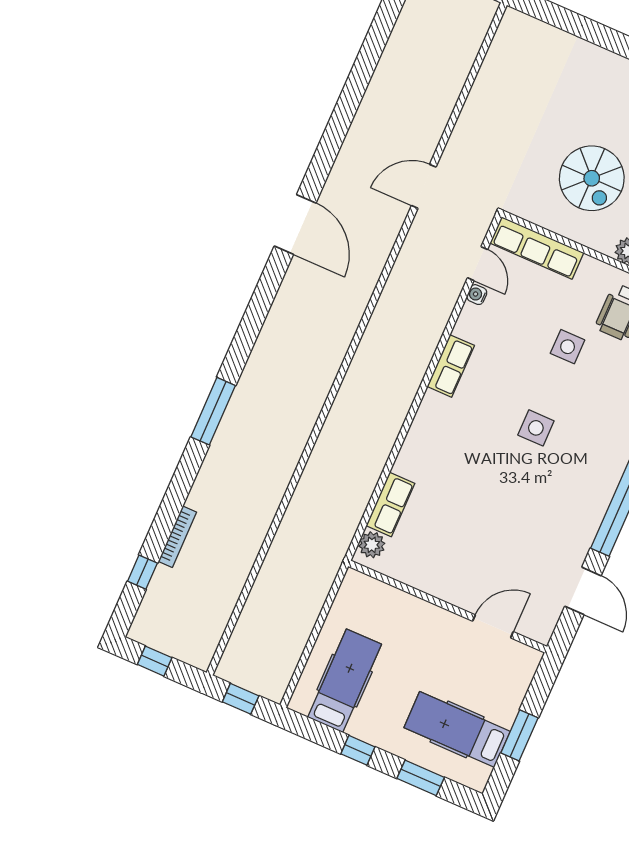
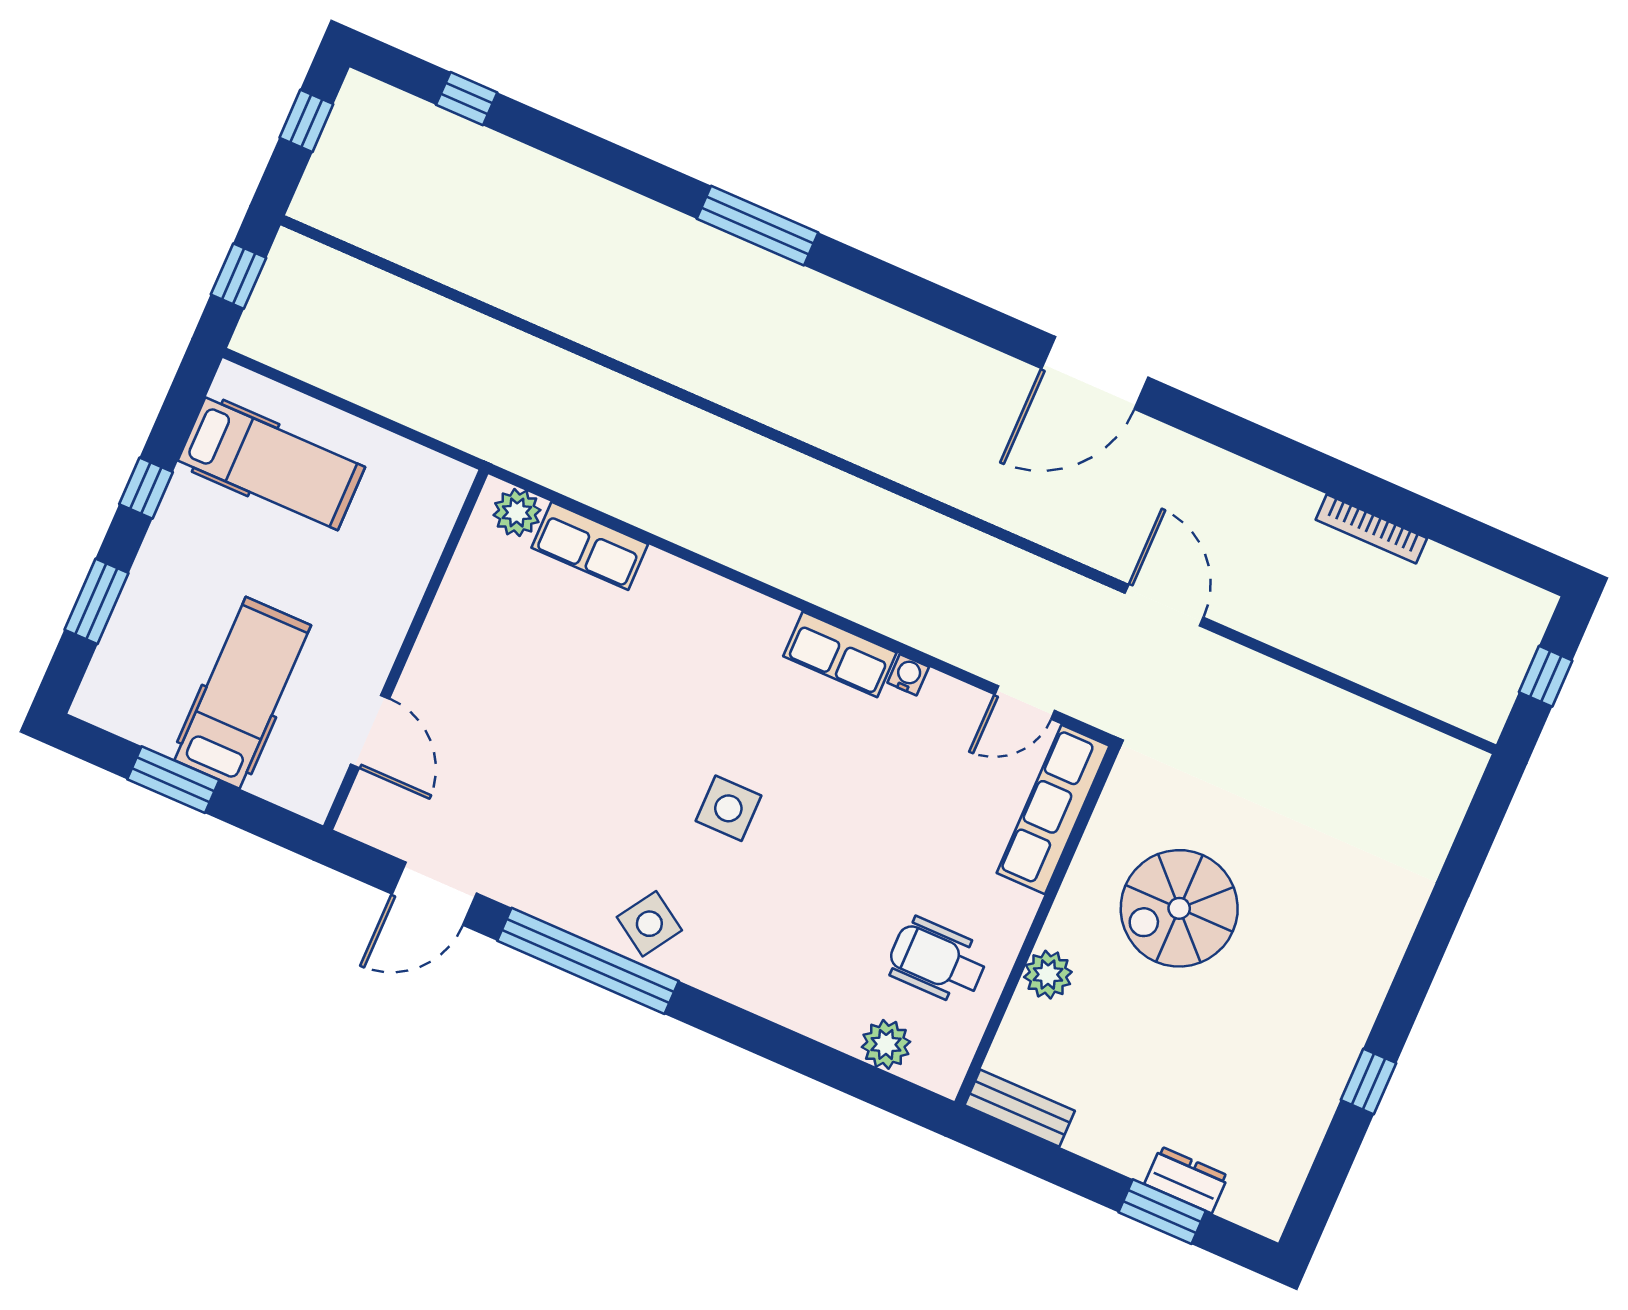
water cooler: (477, 295) -> (908, 675), moved
side table: (568, 347) -> (649, 924), moved, turned 33
bookcase: (177, 537) -> (1371, 529), moved
hospital bed: (457, 729) -> (243, 693), moved

